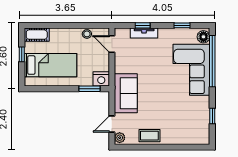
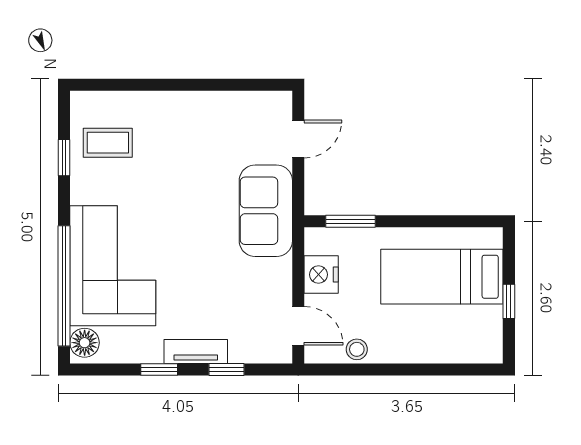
window: (182, 25) -> (159, 370), moved
tv unit: (144, 33) -> (196, 351), moved
cot: (37, 35) -> (474, 348), removed
nightstand: (101, 79) -> (321, 275), moved, turned -90
coffee table: (149, 136) -> (108, 143), moved
plant: (120, 138) -> (280, 107), removed

